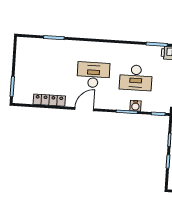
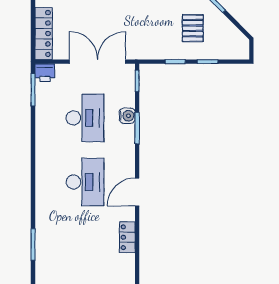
desk: (93, 75) -> (85, 182), turned 180
locker: (49, 100) -> (127, 237), width x0.66
door: (84, 109) -> (137, 192), hinge flipped

